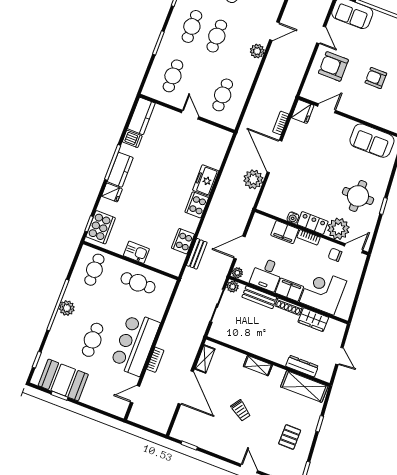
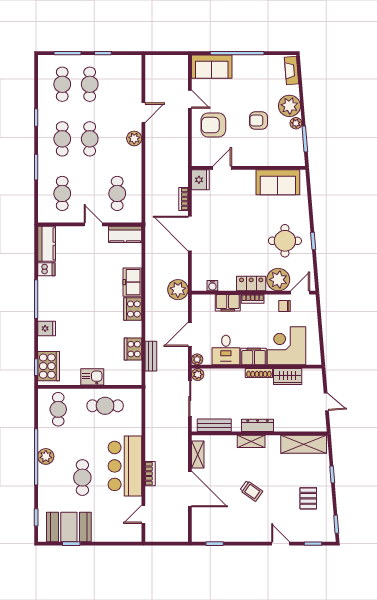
kitchen counter: (120, 170) -> (125, 234), moved, turned 90
plant: (253, 179) -> (178, 290), moved
water cooler: (293, 218) -> (212, 286), moved
bench: (259, 297) -> (214, 425), moved
dresser: (302, 366) -> (258, 425), moved

